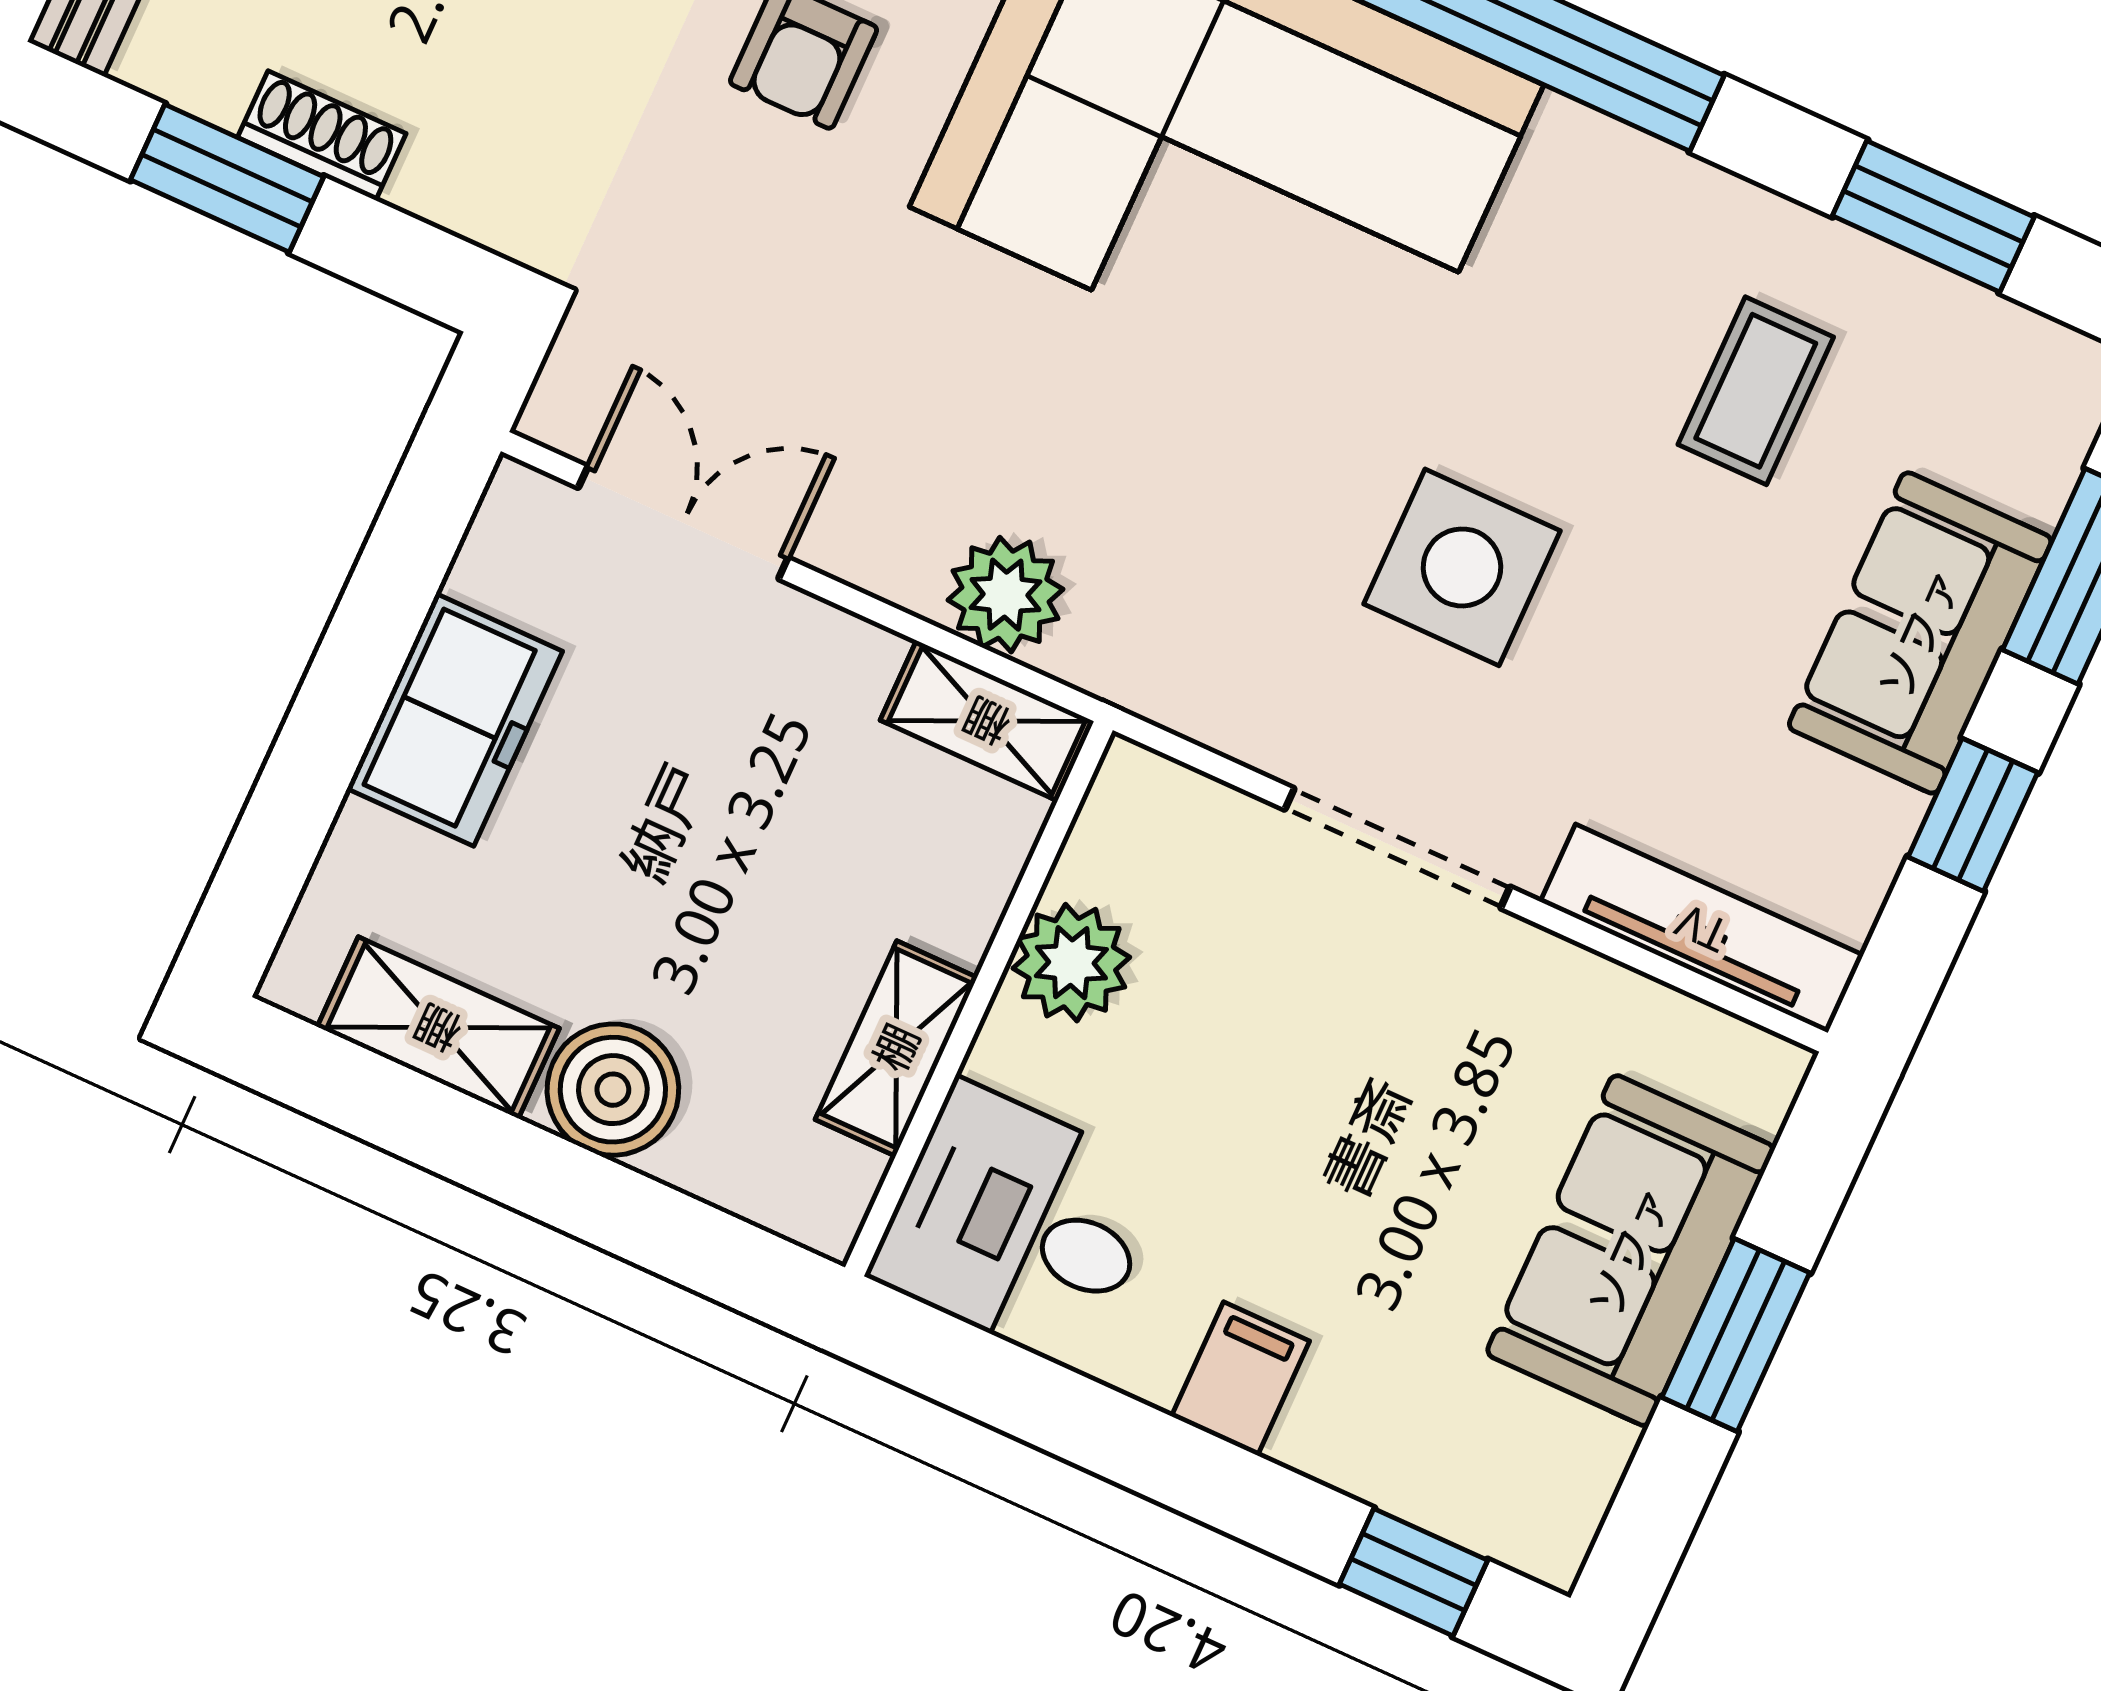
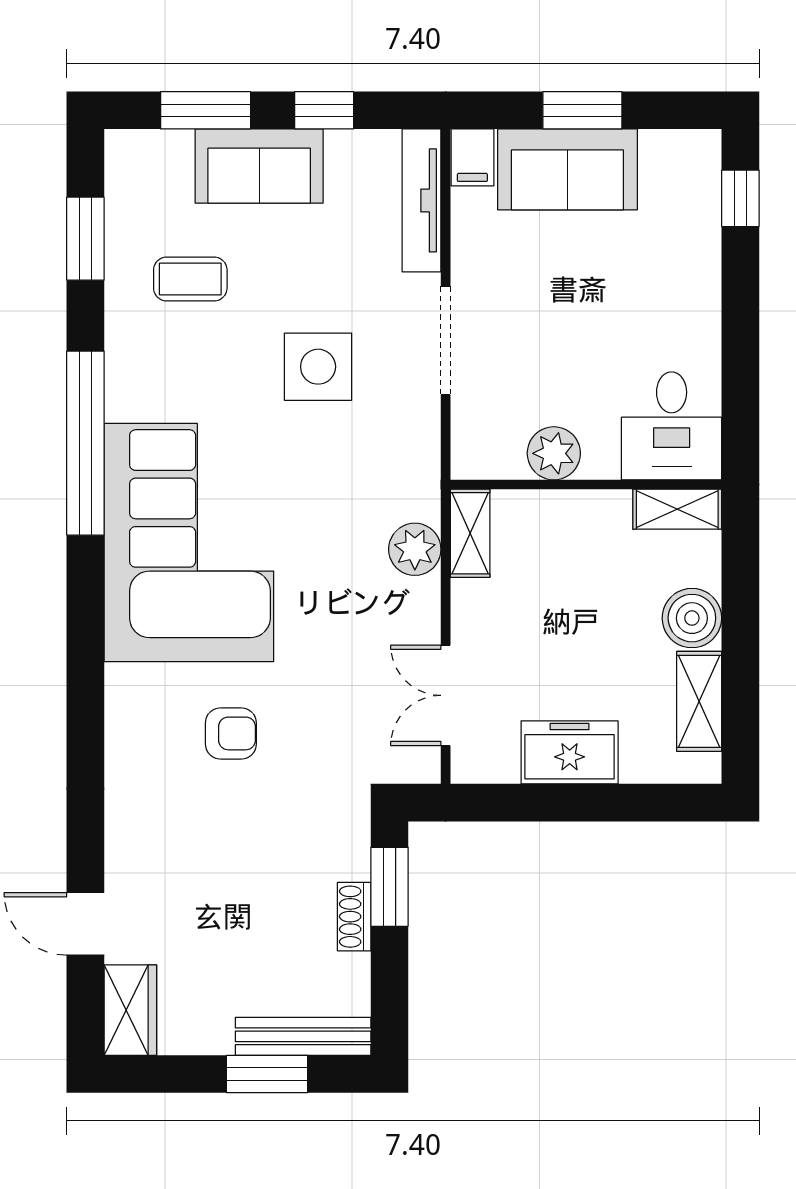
window: (227, 178) -> (389, 887), moved
shelving: (896, 1048) -> (677, 509), moved
filing cabinet: (1241, 1379) -> (472, 157), moved, turned -90

